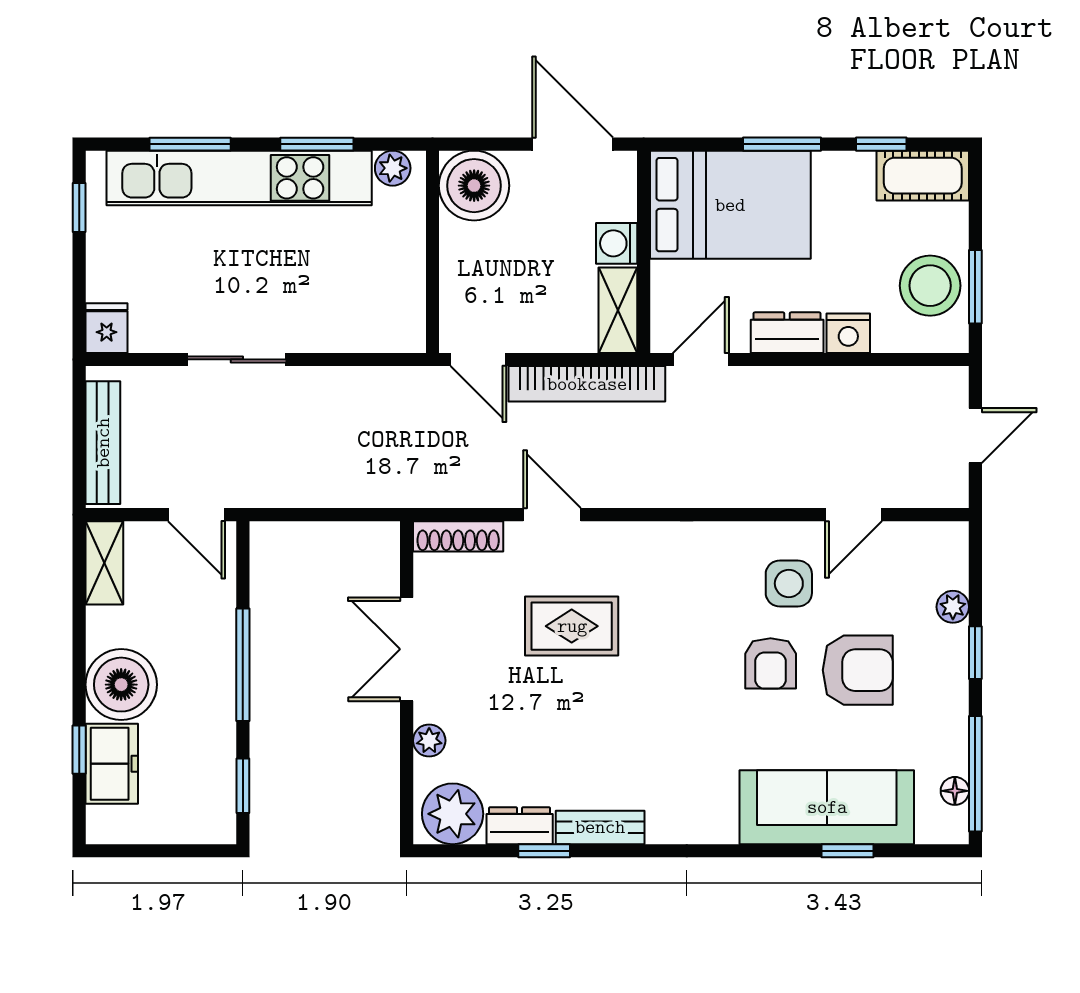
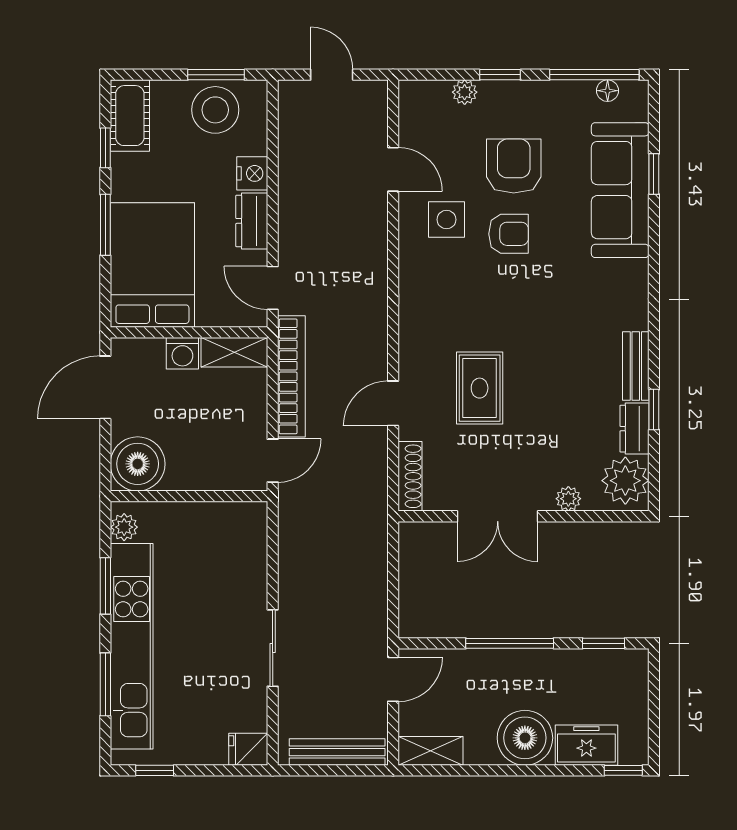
window: (79, 750) -> (623, 770), moved

